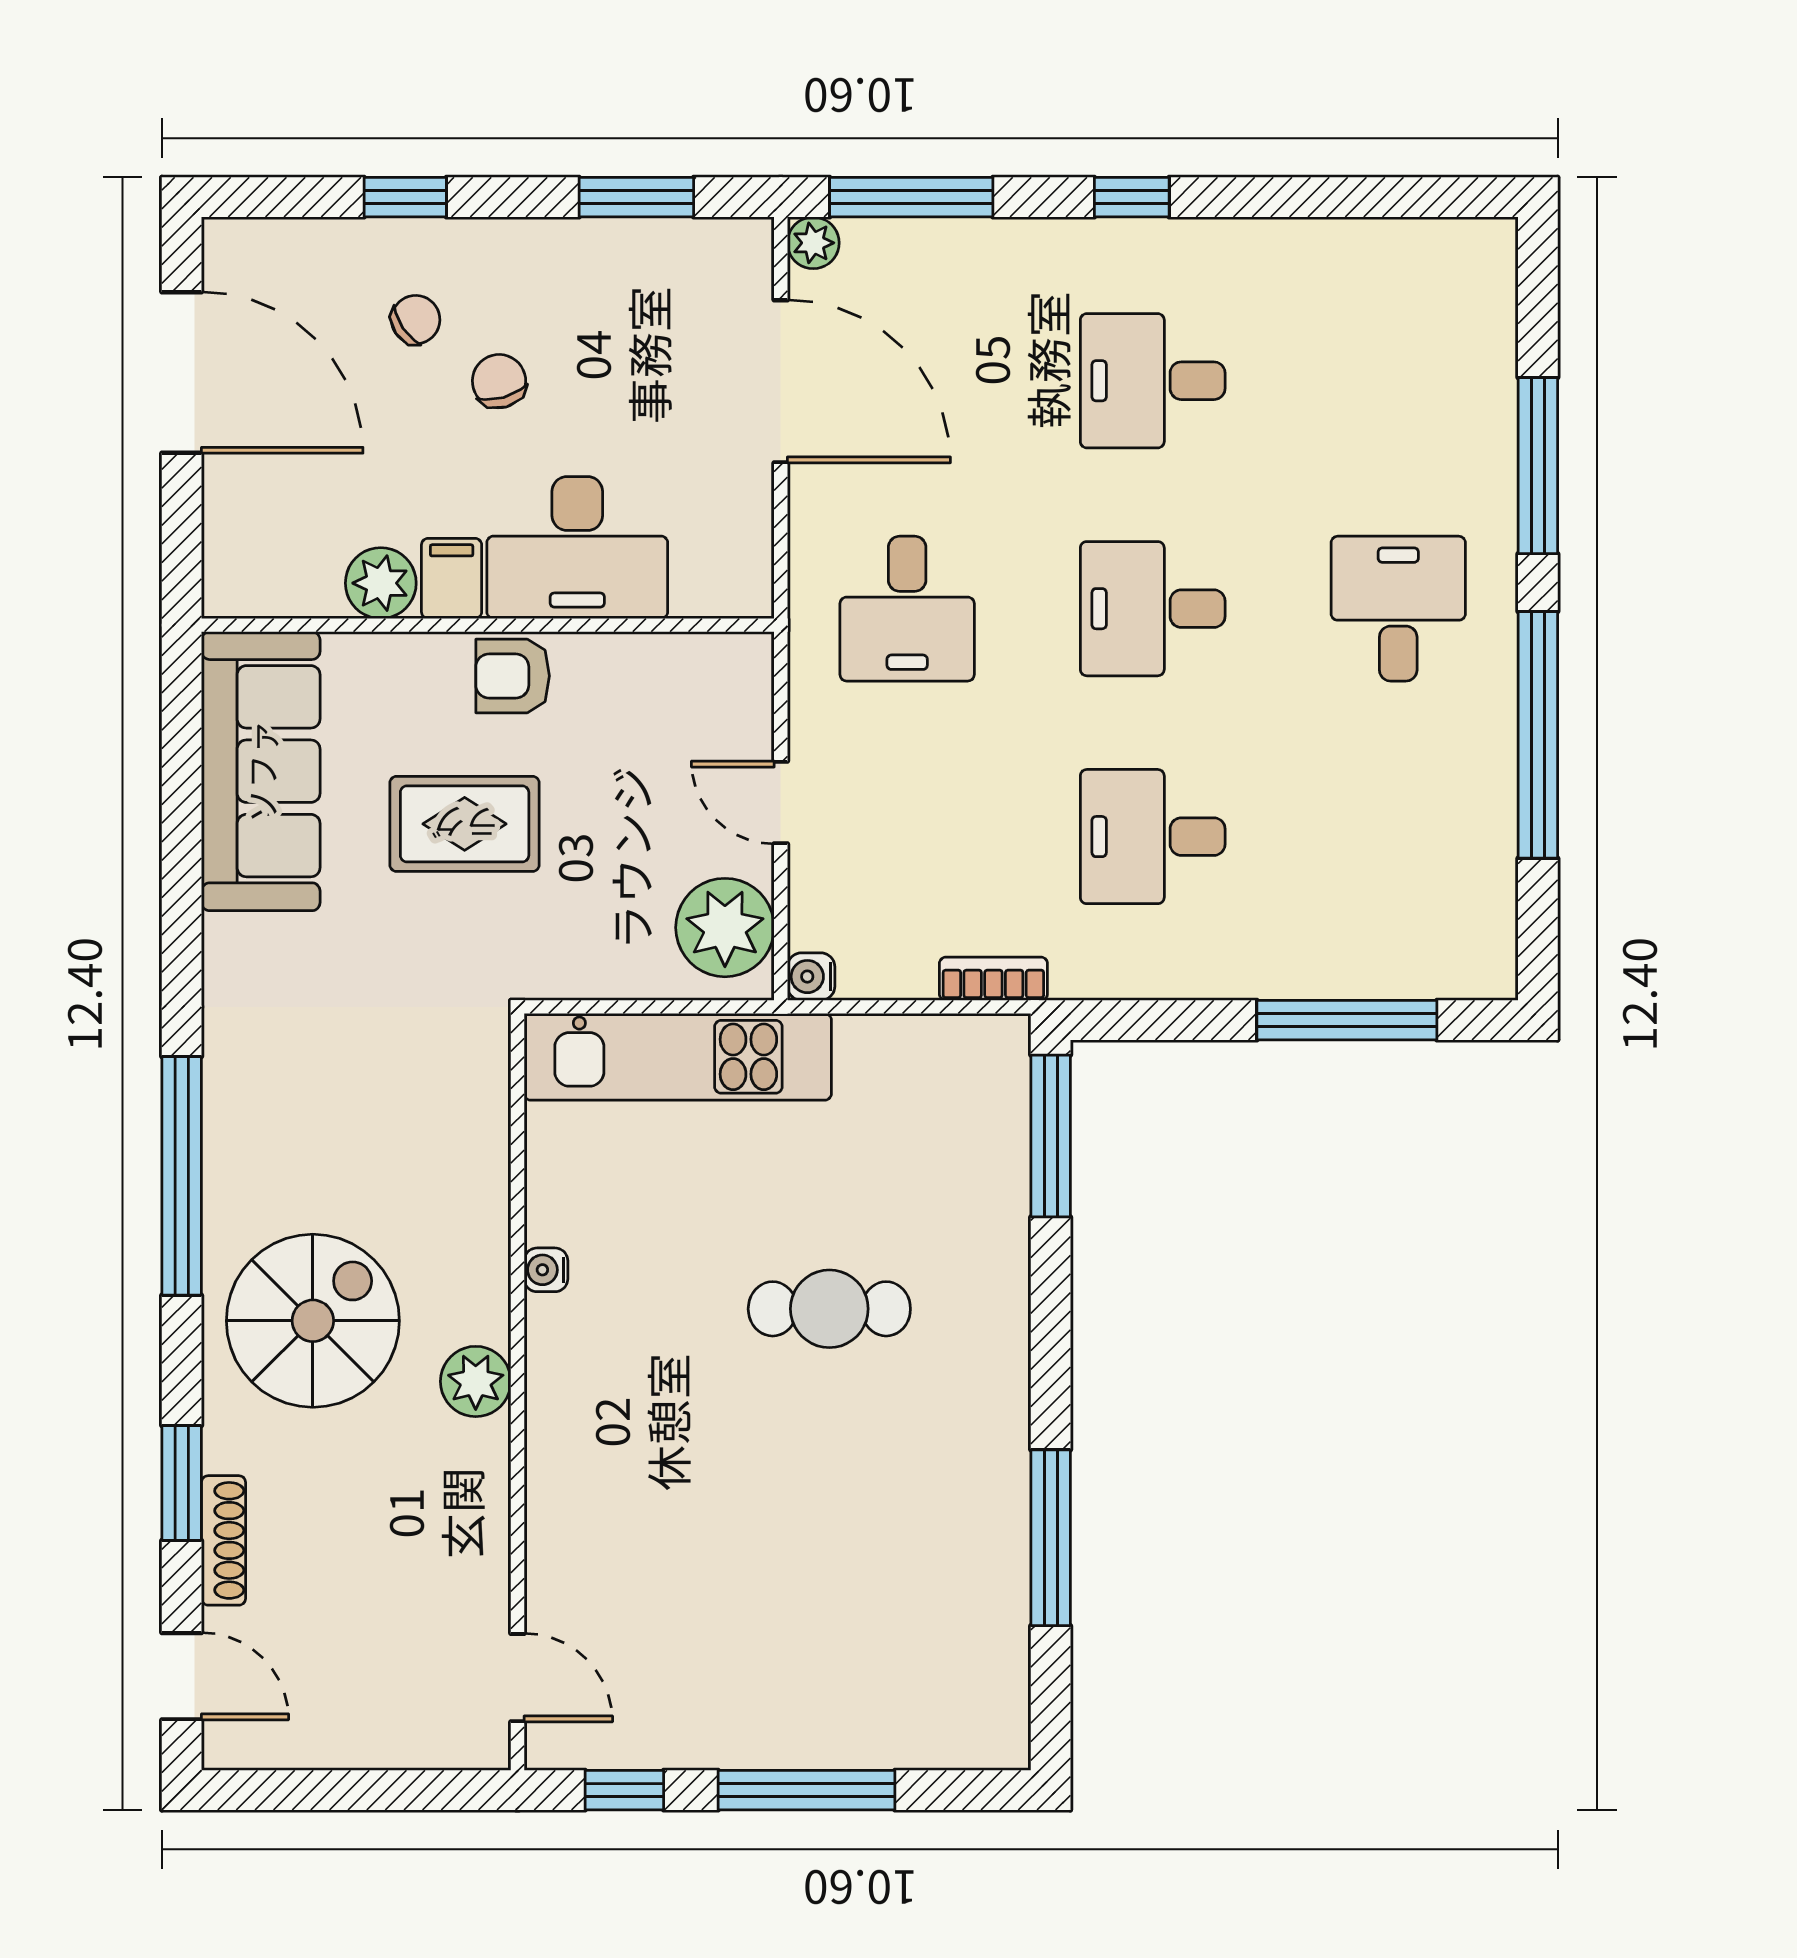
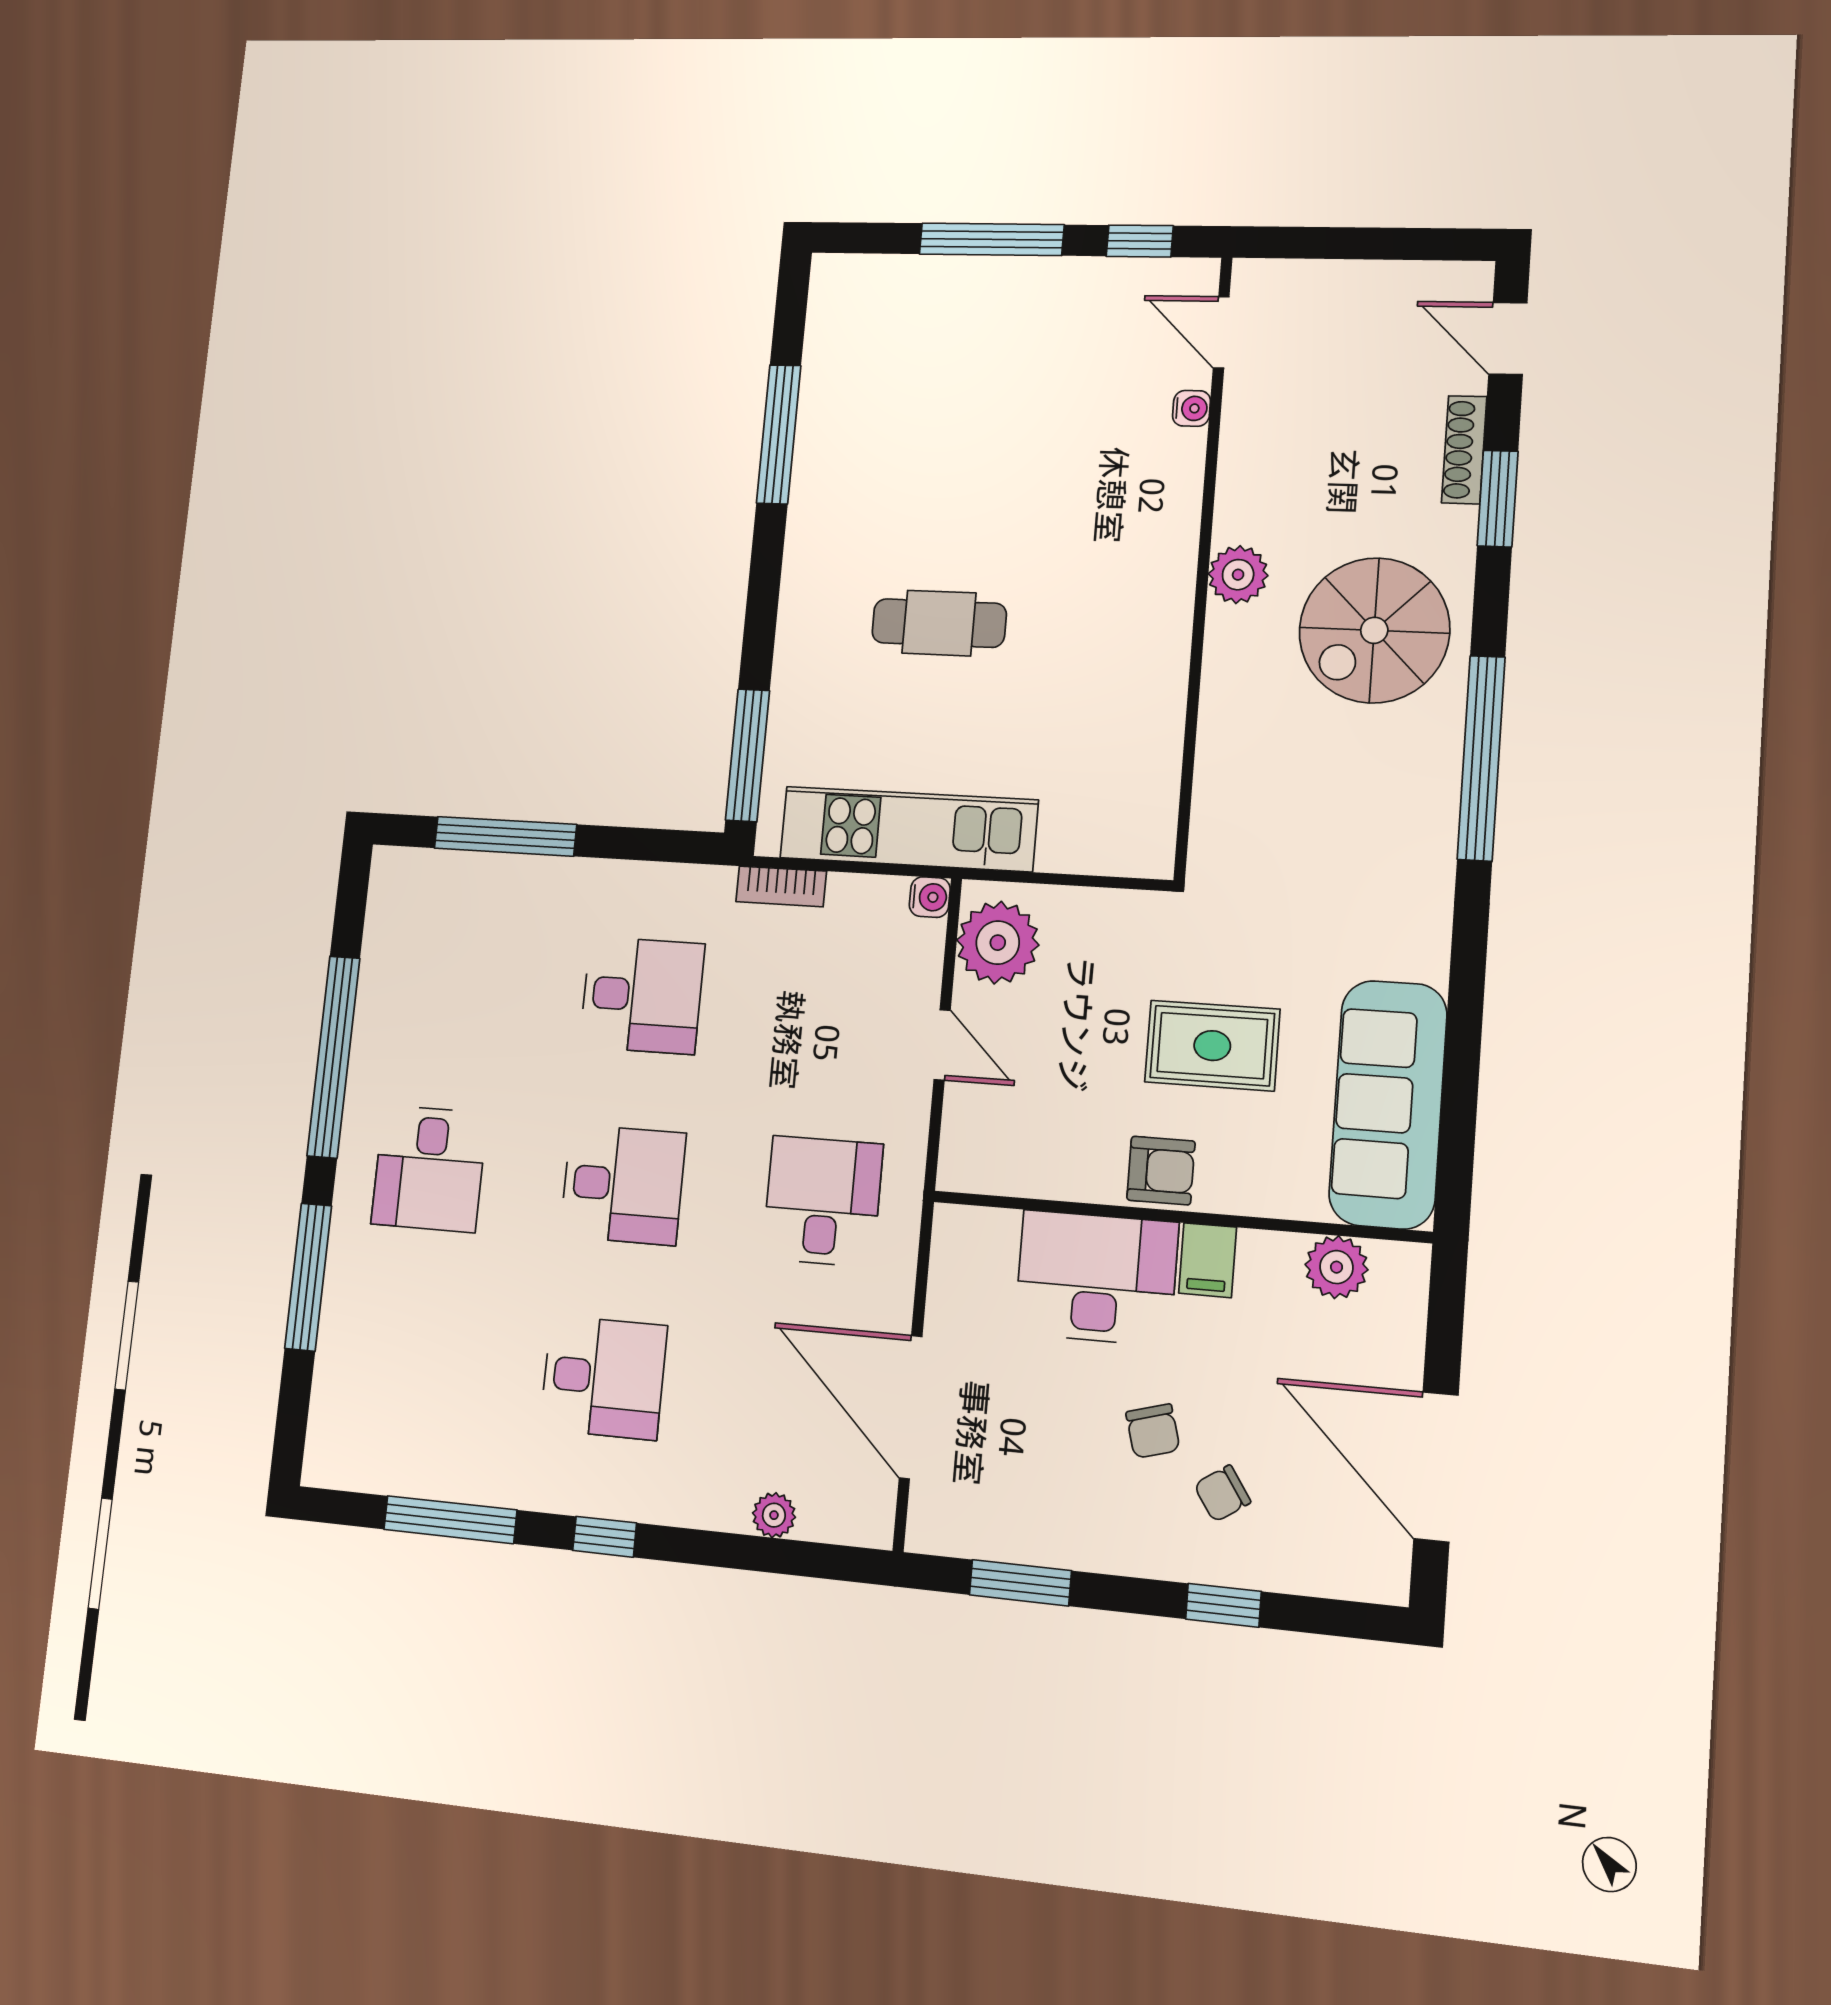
window: (911, 197) -> (450, 1520), moved
plant: (813, 243) -> (774, 1515), moved
plant: (381, 583) -> (1337, 1267), moved
kitchen unit: (678, 1057) -> (908, 829), moved
water cooler: (546, 1270) -> (1191, 408), moved

